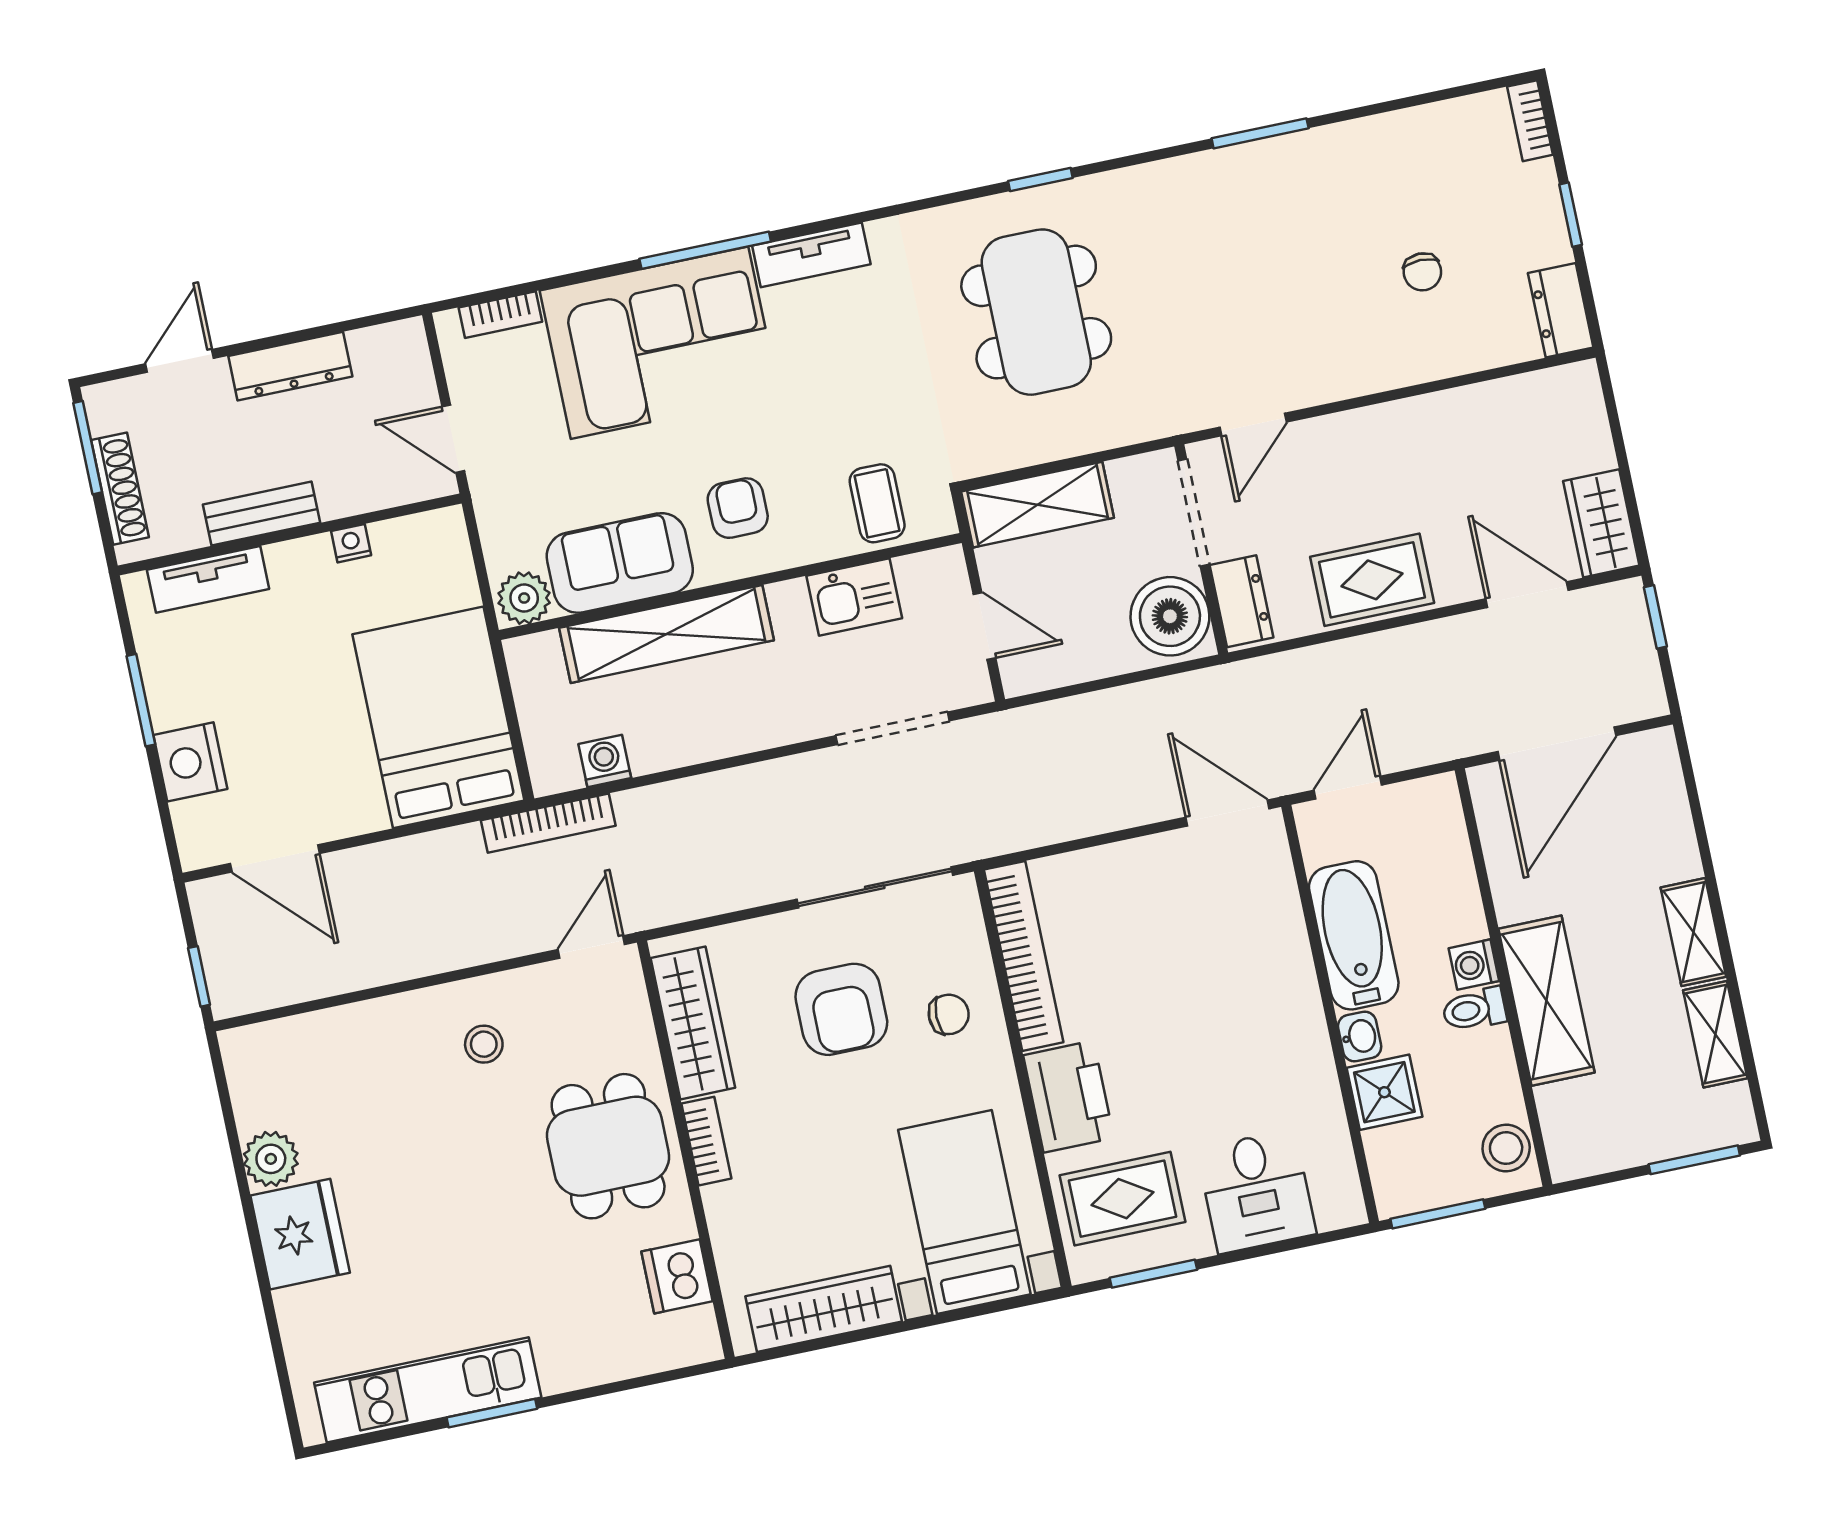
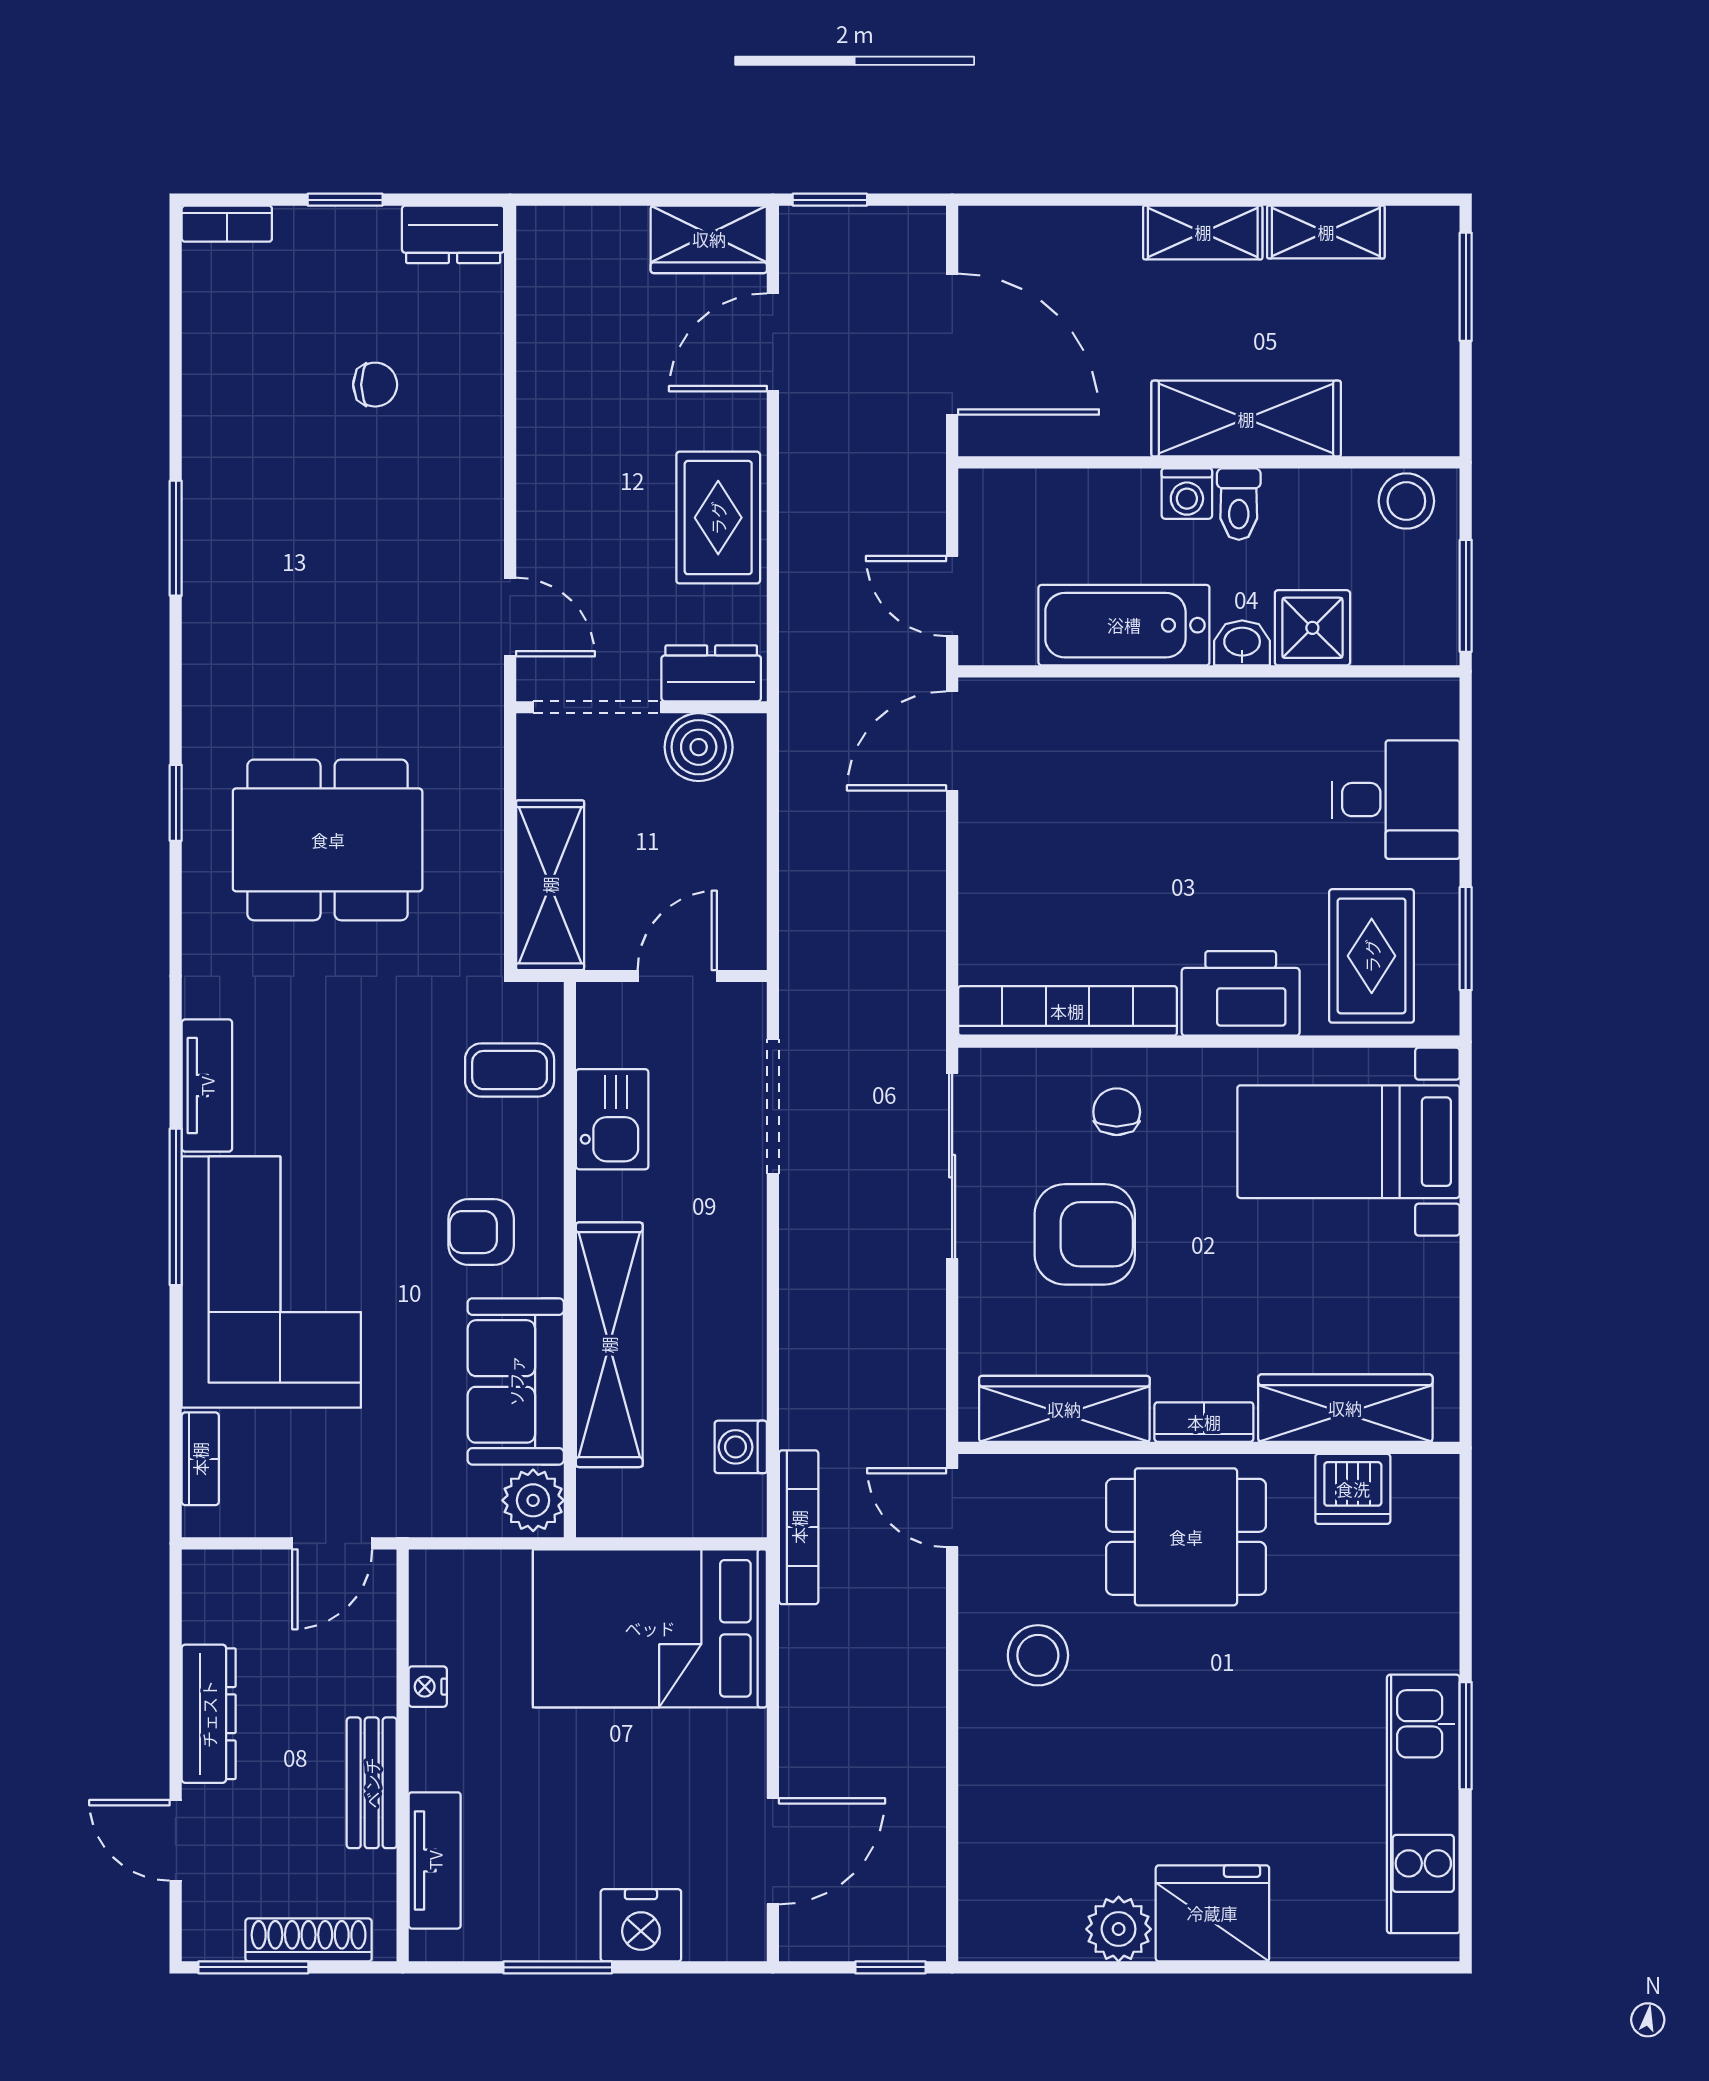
boiler: (1170, 616) -> (699, 747), width x0.73, depth x0.73
stool: (484, 1044) -> (1038, 1655), width x1.37, depth x1.37
wardrobe: (824, 1309) -> (1345, 1408), moved, turned 90

